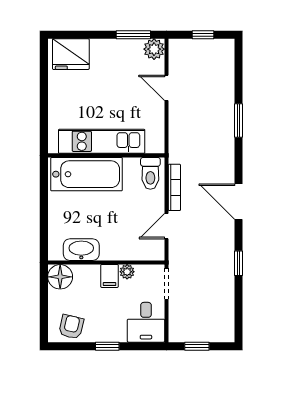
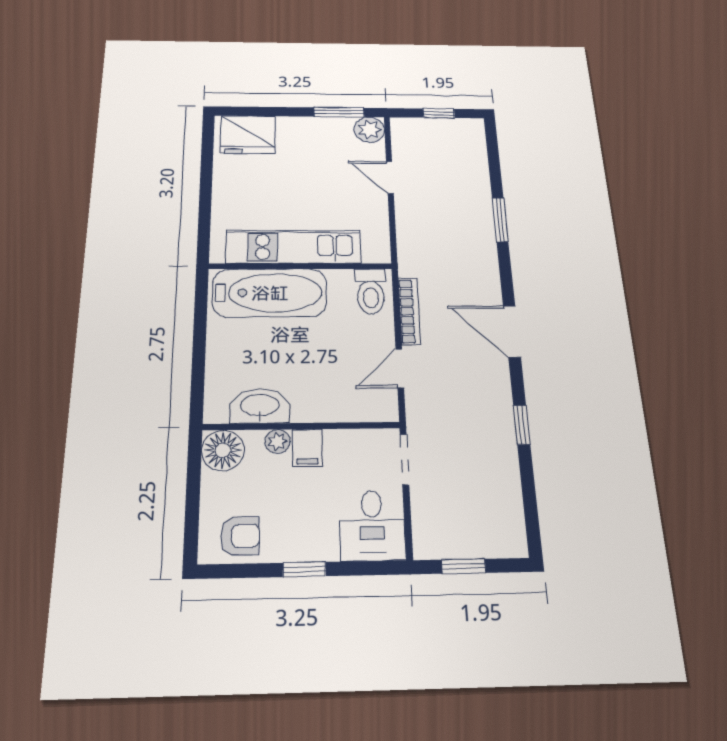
plant: (127, 272) -> (278, 441), moved
armchair: (71, 327) -> (240, 536), turned 77

